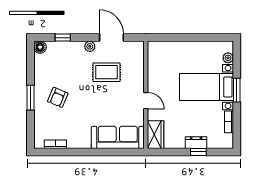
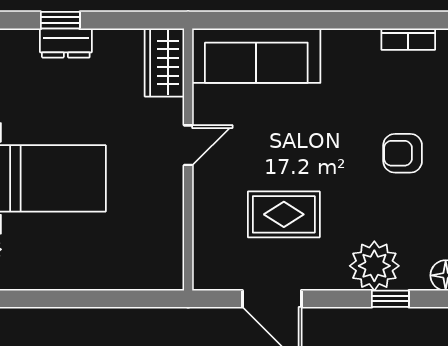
plant: (90, 46) -> (374, 266), moved, width x1.88, depth x1.88
armchair: (58, 97) -> (403, 153), turned -113
door: (146, 101) -> (188, 145), swing flipped

